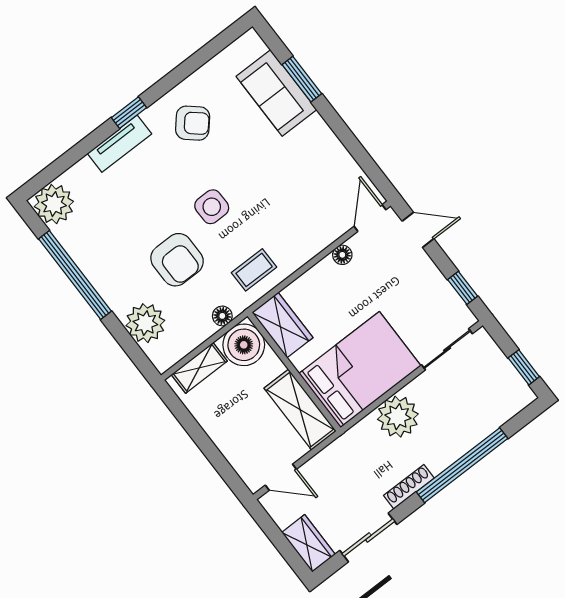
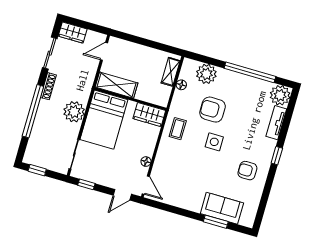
armchair: (193, 123) -> (247, 171), turned 49
tv unit: (119, 144) -> (276, 123), moved
floor lamp: (222, 316) -> (181, 85), moved
boiler: (244, 345) -> (159, 95), removed

